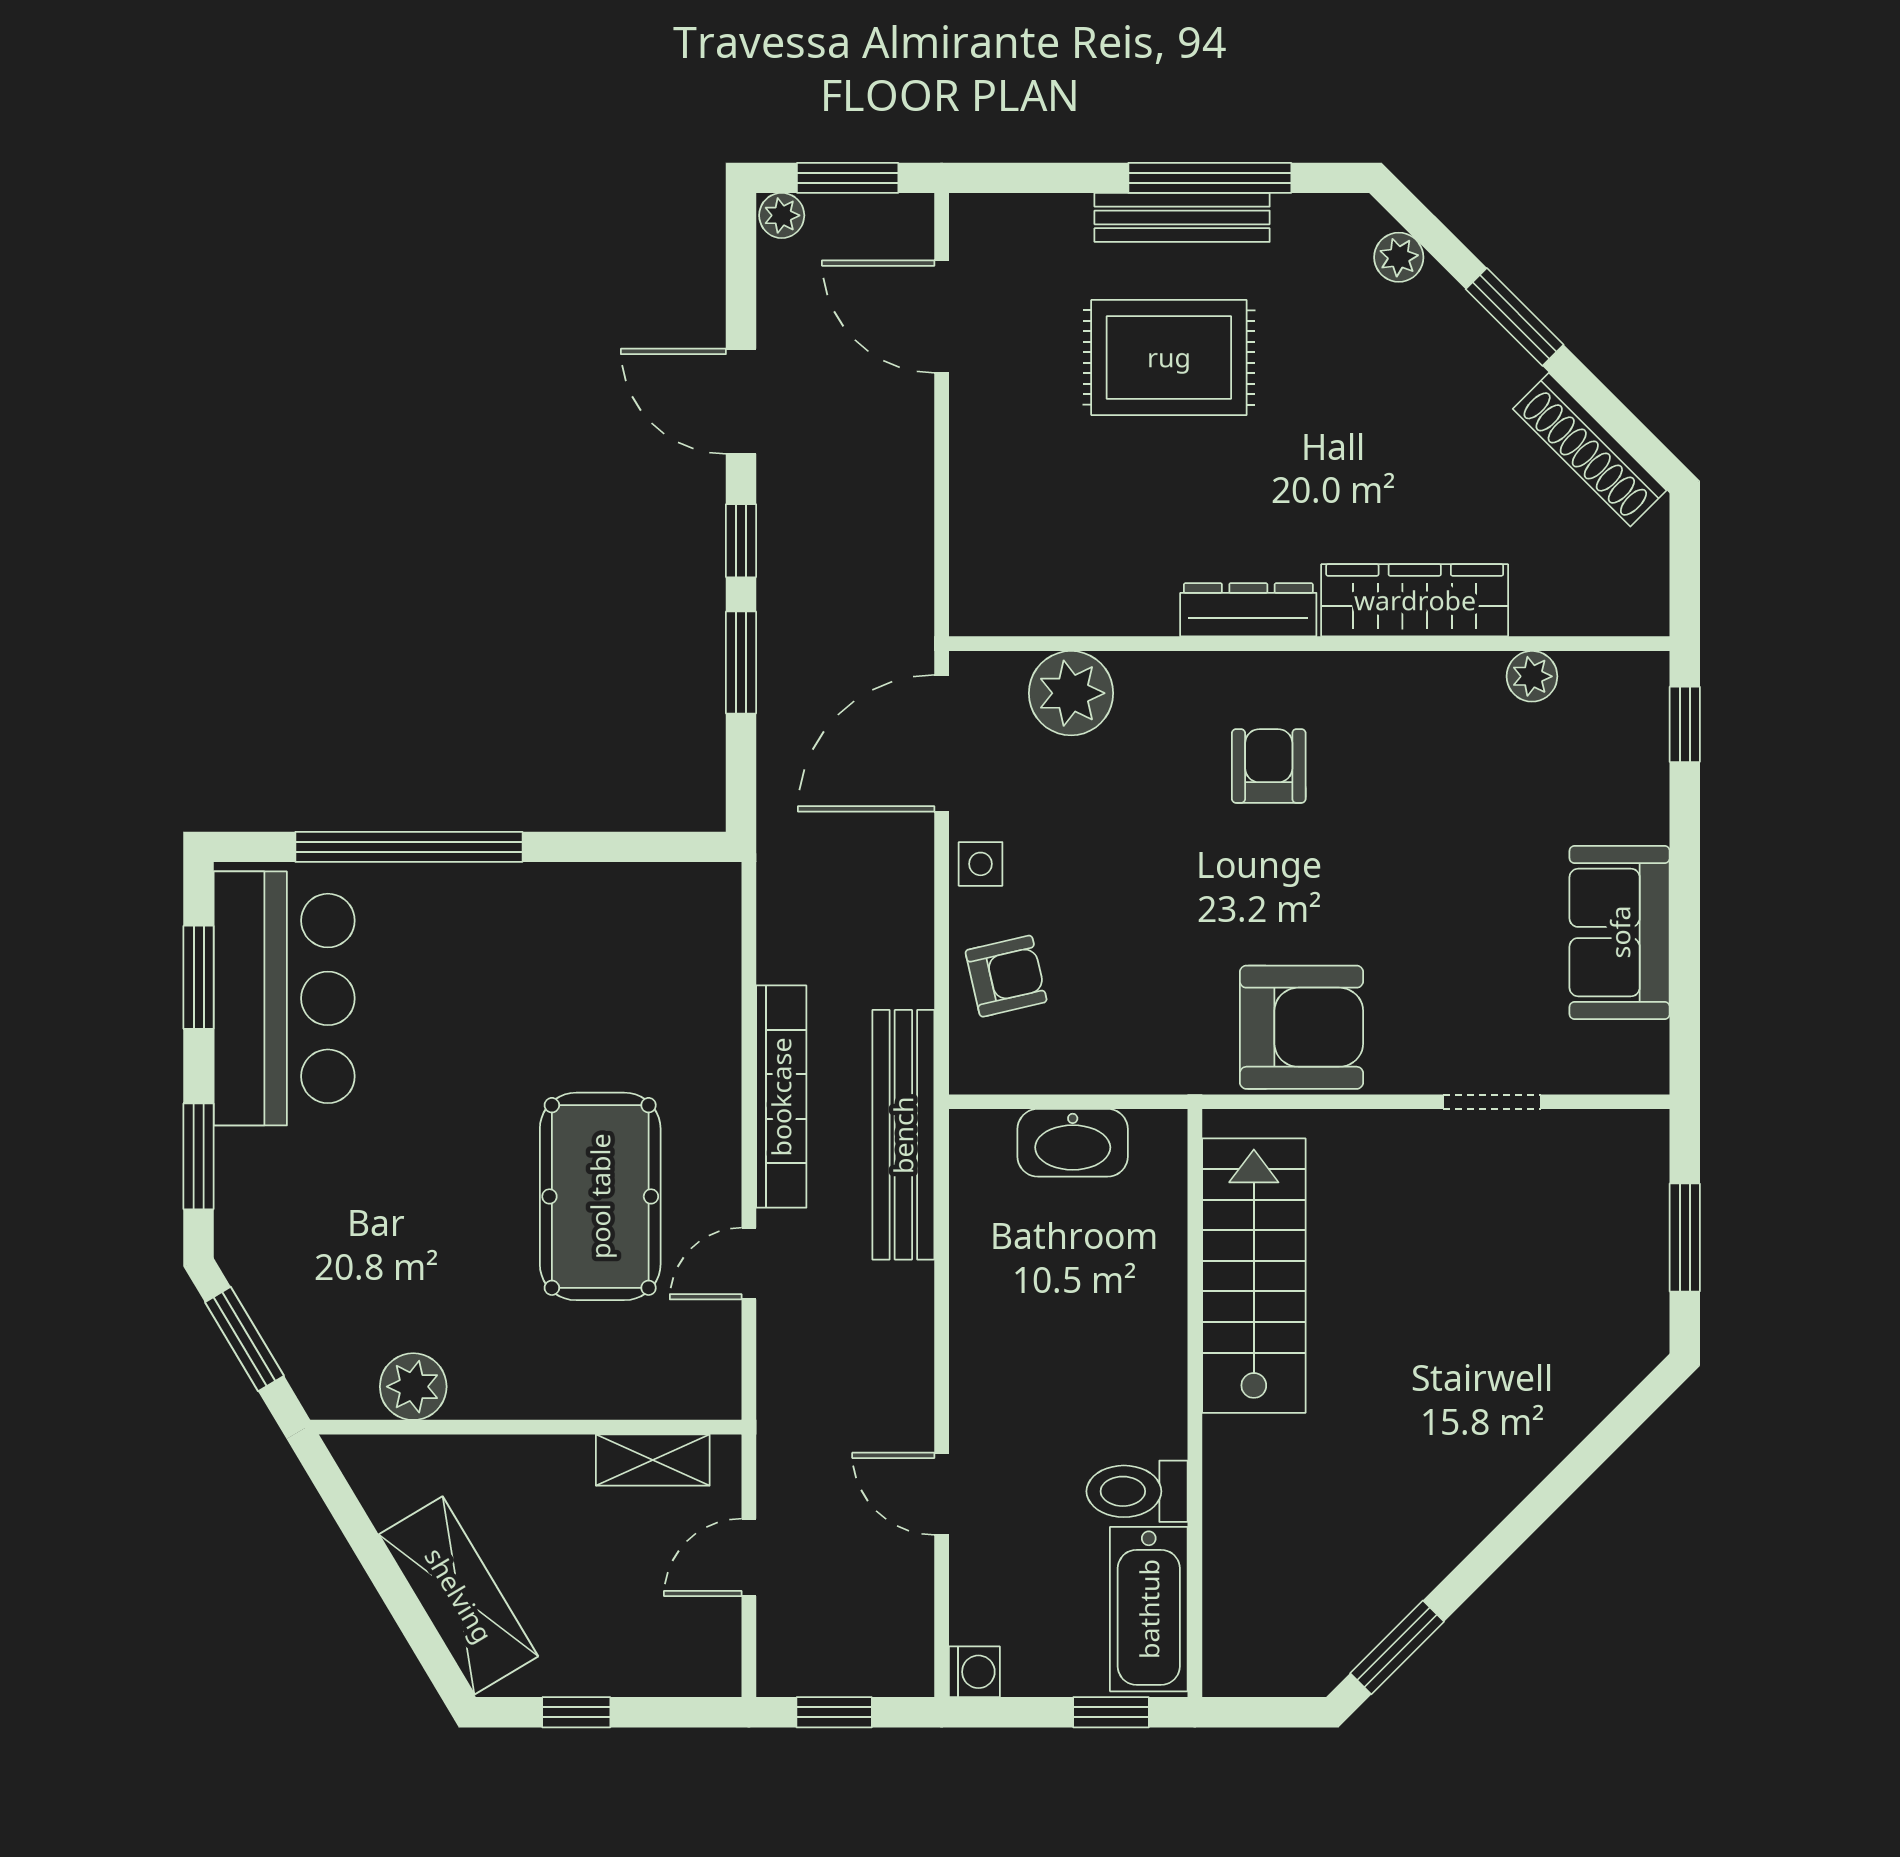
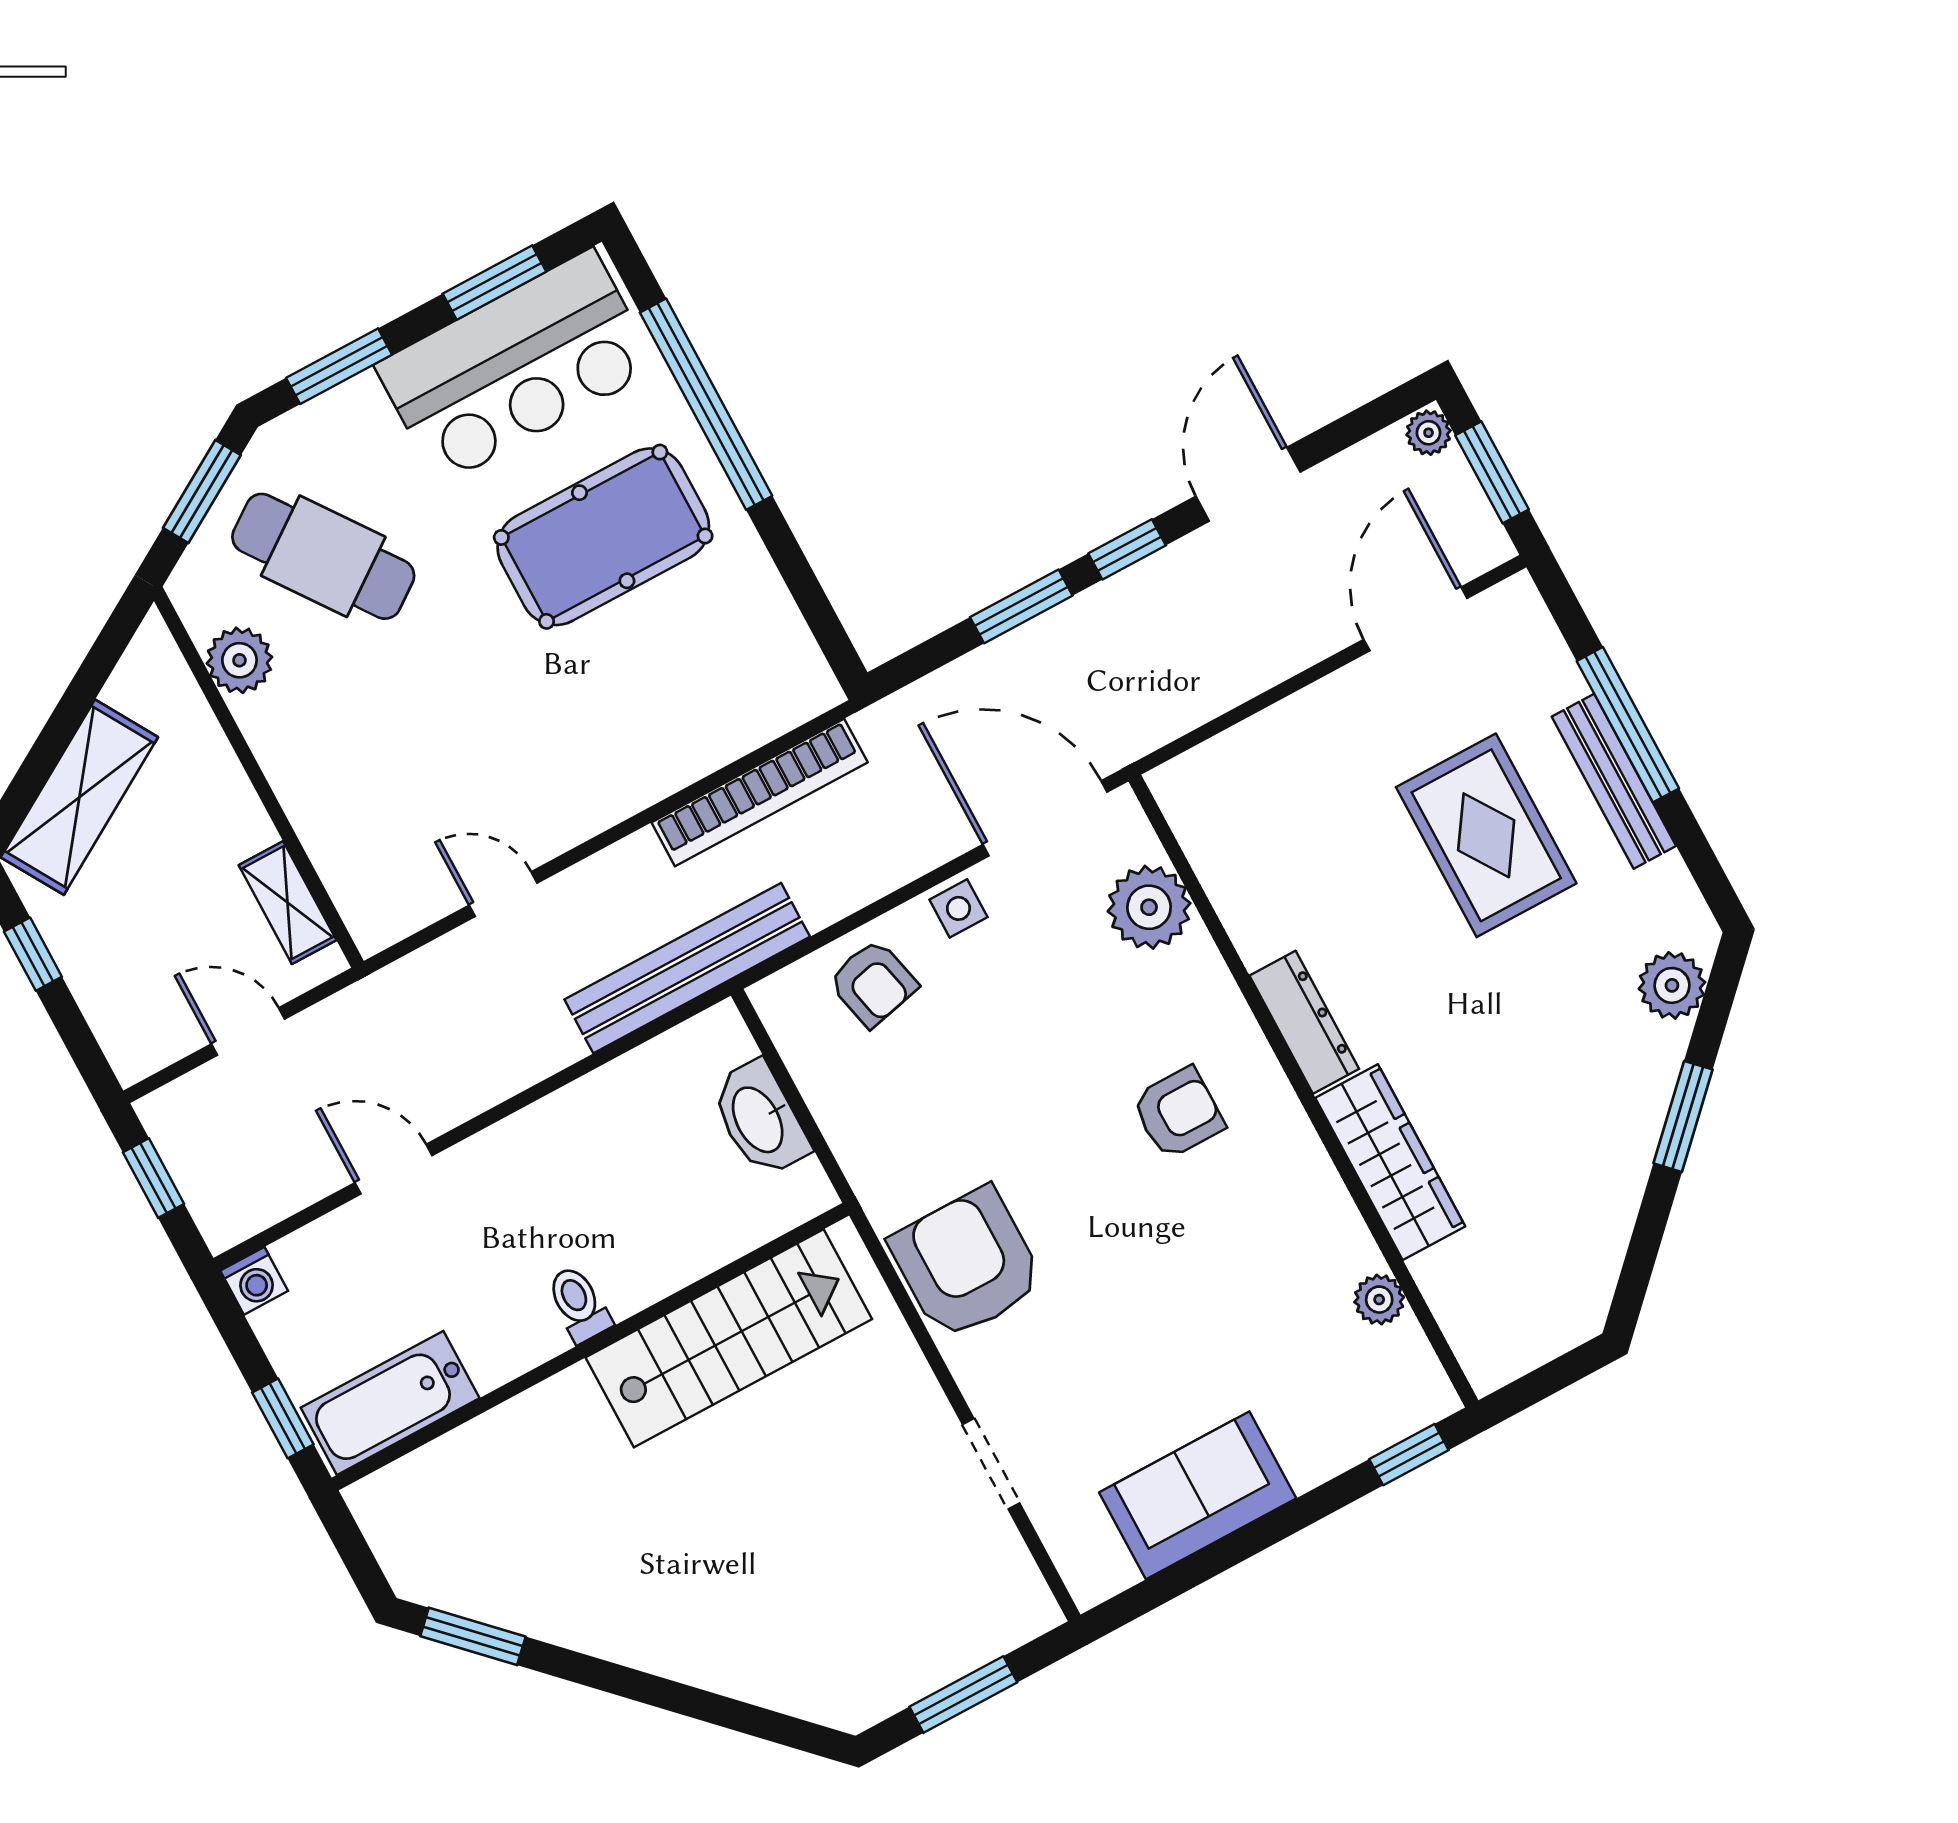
window: (1210, 178) -> (1628, 725), moved
plant: (1399, 257) -> (1672, 985), width x1.38, depth x1.38
shoe rack: (1590, 450) -> (1603, 1244), removed
armchair: (1301, 1027) -> (967, 1263), turned 180
bookcase: (781, 1097) -> (760, 792), moved
pool table: (600, 1196) -> (603, 537), moved
cafe table: (361, 1262) -> (323, 556), added
toilet: (1137, 1491) -> (579, 1304), moved, width x0.73, depth x0.72
door: (942, 1494) -> (393, 1169), hinge flipped

